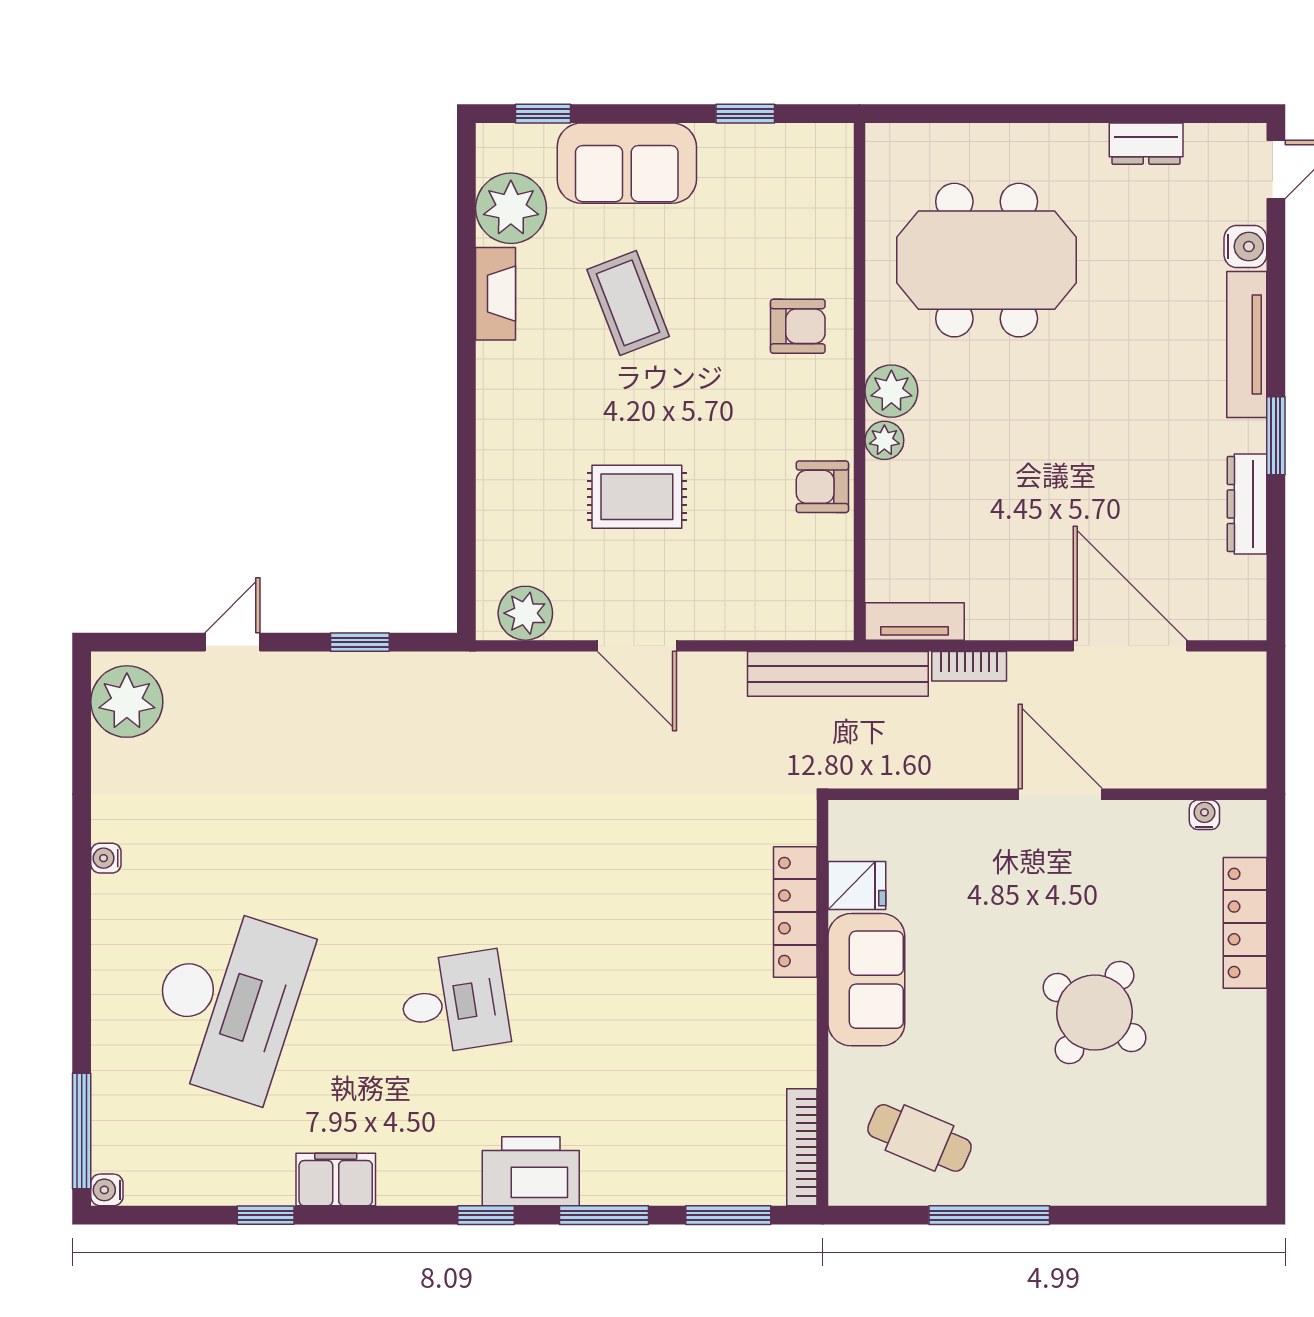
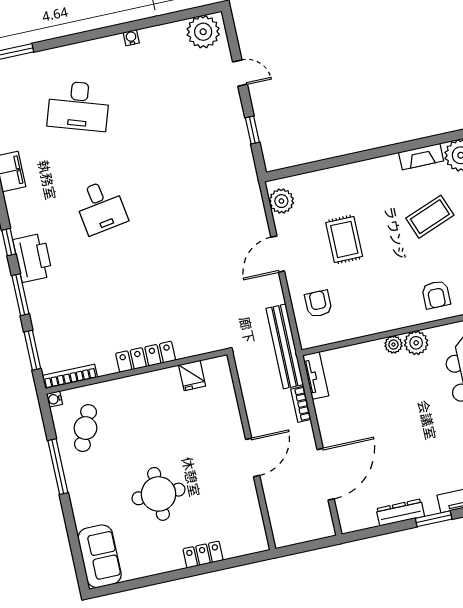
armchair: (822, 487) -> (318, 304), moved
water cooler: (1204, 815) -> (54, 399), moved, turned 180
locker: (795, 912) -> (146, 357), moved
locker: (1245, 923) -> (203, 555), width x0.66
sofa: (866, 980) -> (100, 556), moved, turned -90
desk: (227, 1003) -> (78, 106), width x0.73, depth x0.77
round table: (1094, 1013) -> (159, 494), turned -34

